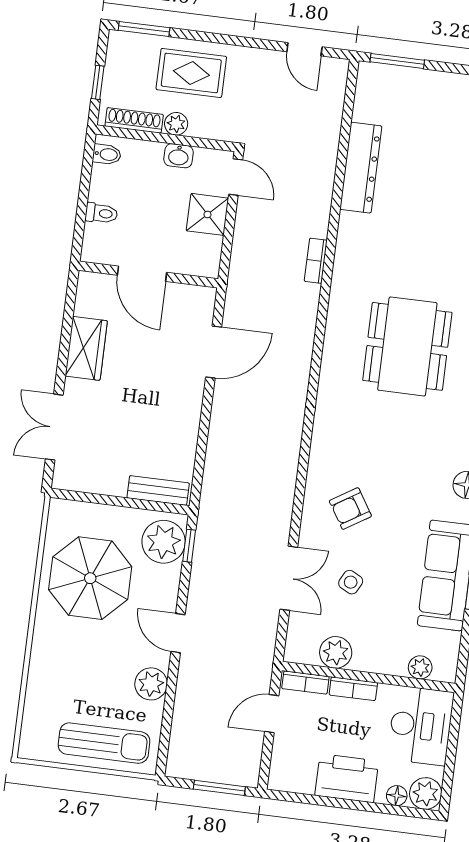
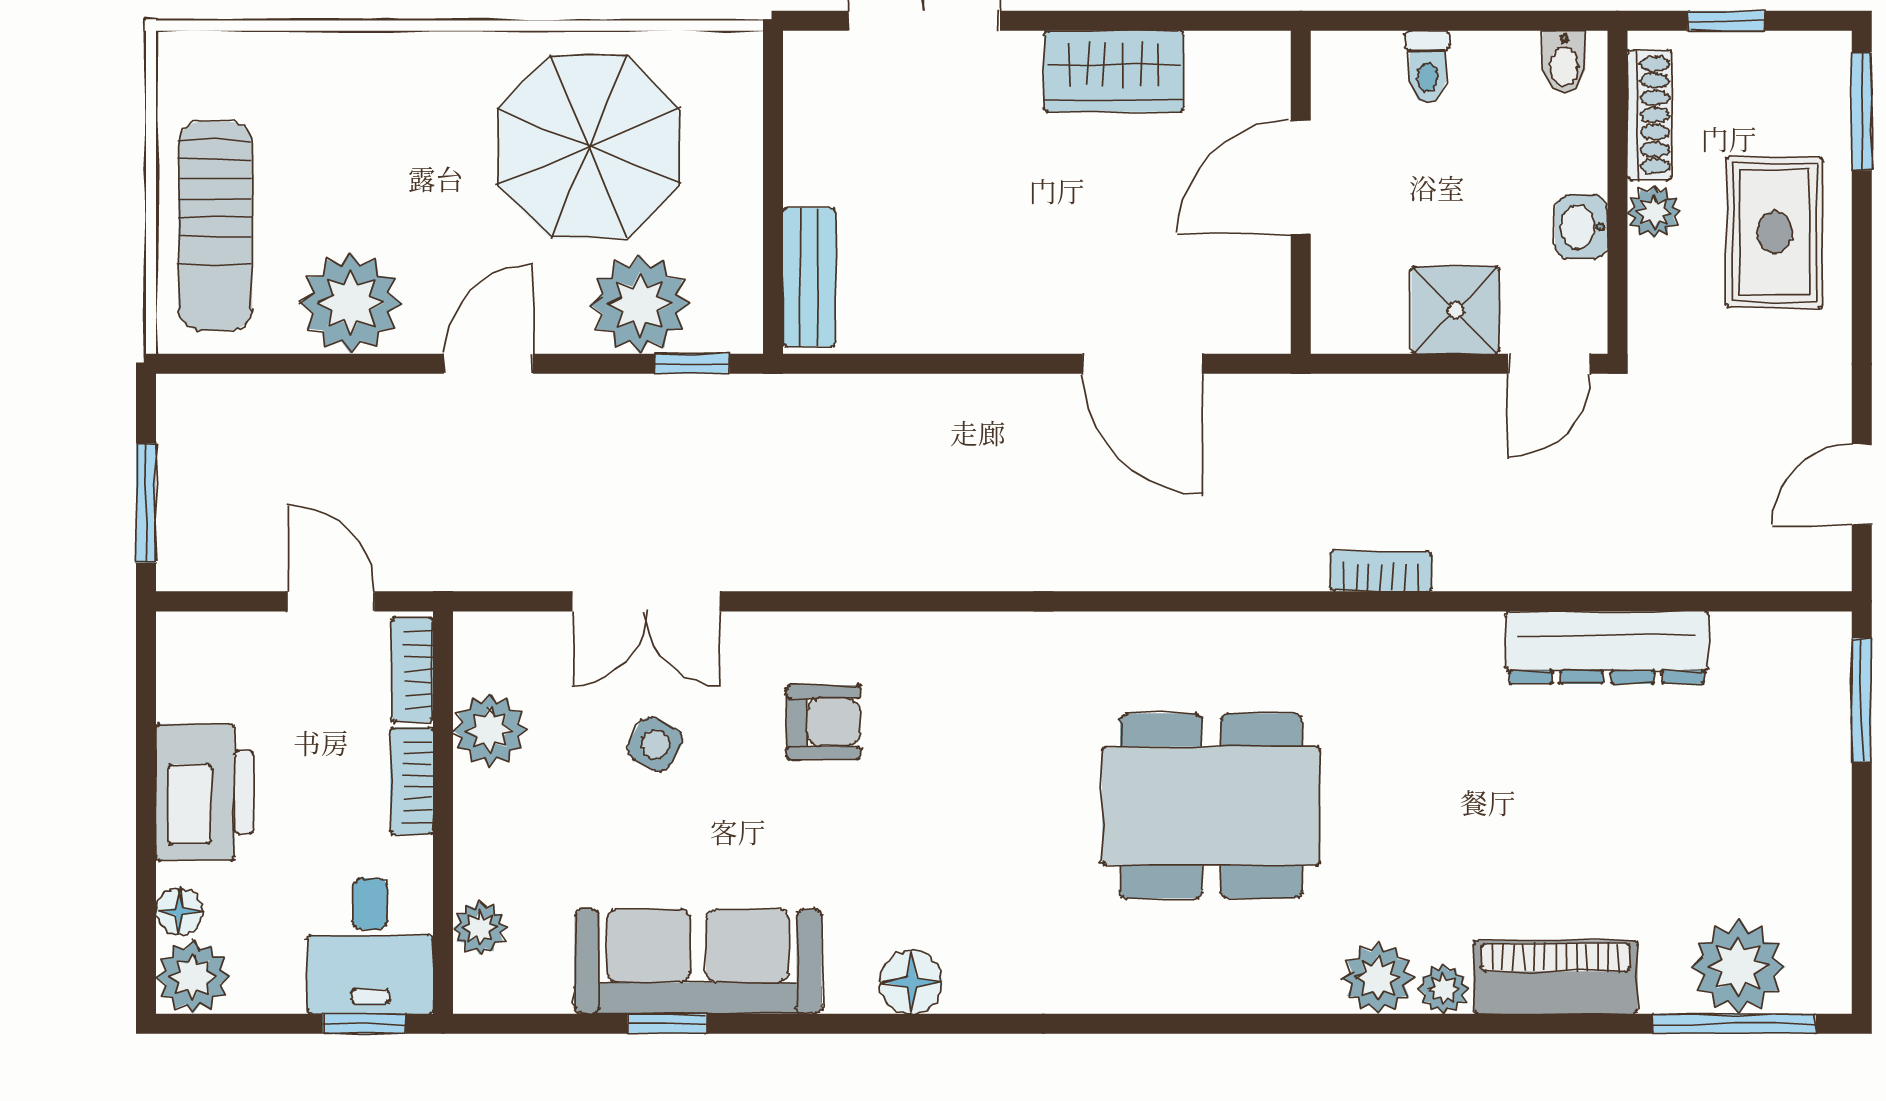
armchair: (350, 509) -> (823, 722), turned 122
plant: (164, 542) -> (640, 304), moved
plant: (151, 684) -> (351, 303), width x1.36, depth x1.36
window: (455, 722) -> (364, 1024), added
desk: (421, 726) -> (370, 946), width x0.73

